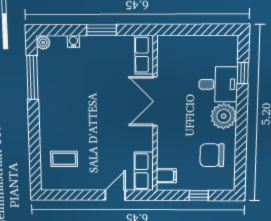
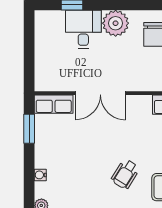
window: (102, 30) -> (29, 129), moved
wheelchair: (76, 126) -> (125, 174), added

